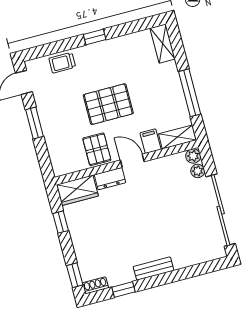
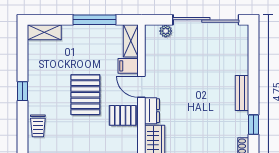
plant: (193, 156) -> (151, 31), removed
door: (132, 161) -> (141, 87), hinge flipped

